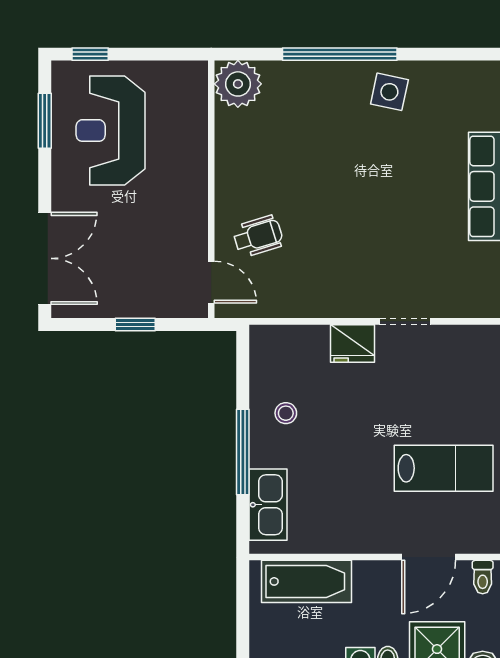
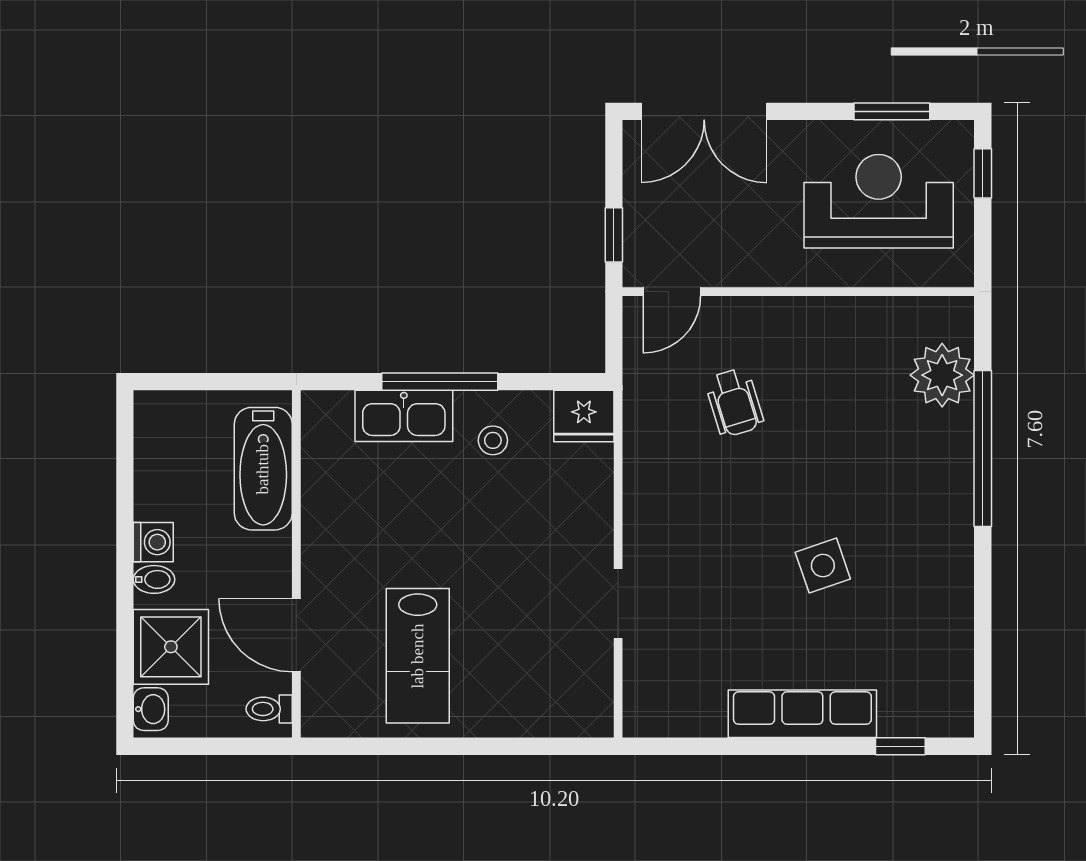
window: (340, 54) -> (983, 448), moved
side table: (389, 92) -> (823, 566), moved, turned -31
wall: (211, 189) -> (798, 292), moved
door: (211, 282) -> (672, 292), moved
fridge: (353, 343) -> (584, 416), moved, turned -90
kitchen sink: (268, 505) -> (404, 416), moved

